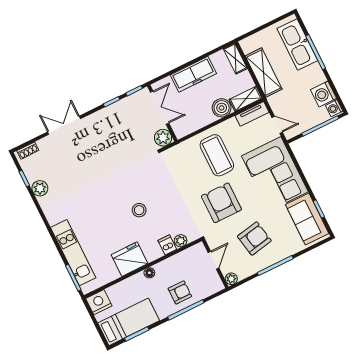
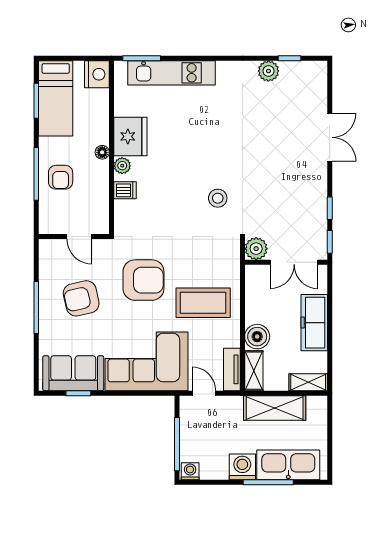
washing machine: (324, 94) -> (242, 467), moved
door: (277, 125) -> (204, 393), swing flipped
shoe rack: (28, 151) -> (321, 79), removed
stool: (139, 210) -> (218, 198), moved
armchair: (254, 238) -> (81, 298), turned 88
plant: (181, 241) -> (122, 166), moved
plant: (231, 279) -> (47, 247), removed

